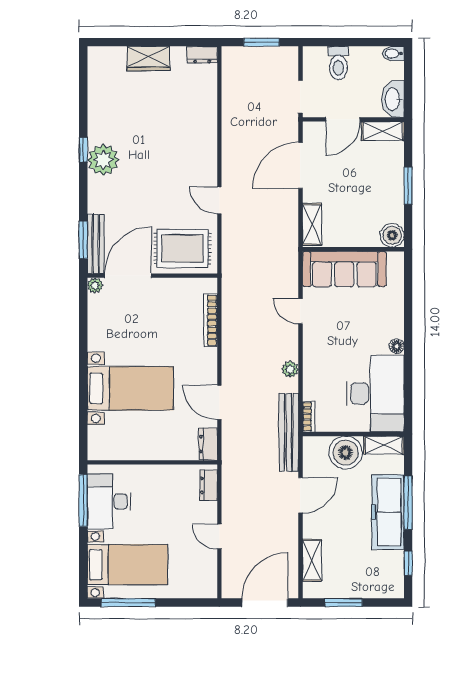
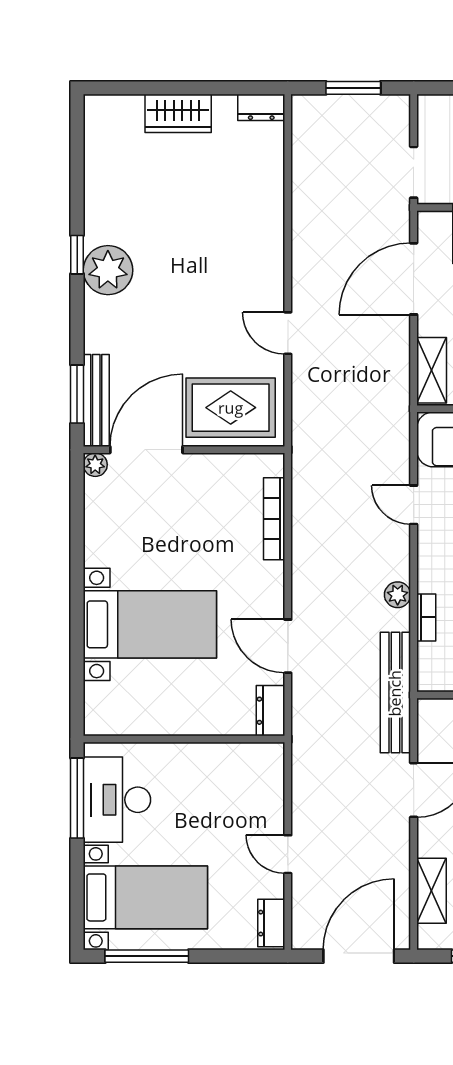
bookcase: (309, 417) -> (426, 617), moved
dresser: (209, 485) -> (271, 923), moved

